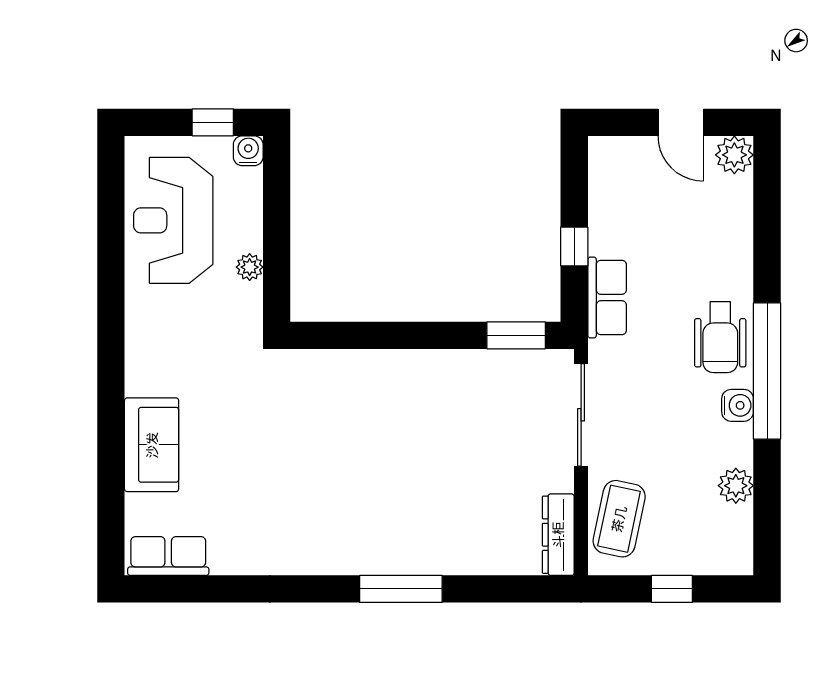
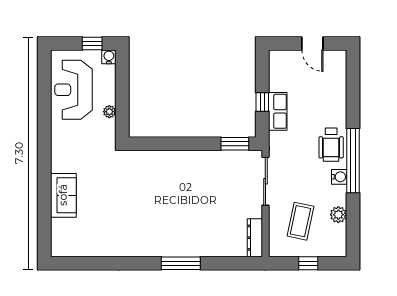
plant: (734, 155) -> (338, 59), removed
row of seats: (607, 298) -> (278, 111), moved
coffee table: (619, 519) -> (300, 221), moved
row of seats: (168, 556) -> (71, 248), removed

